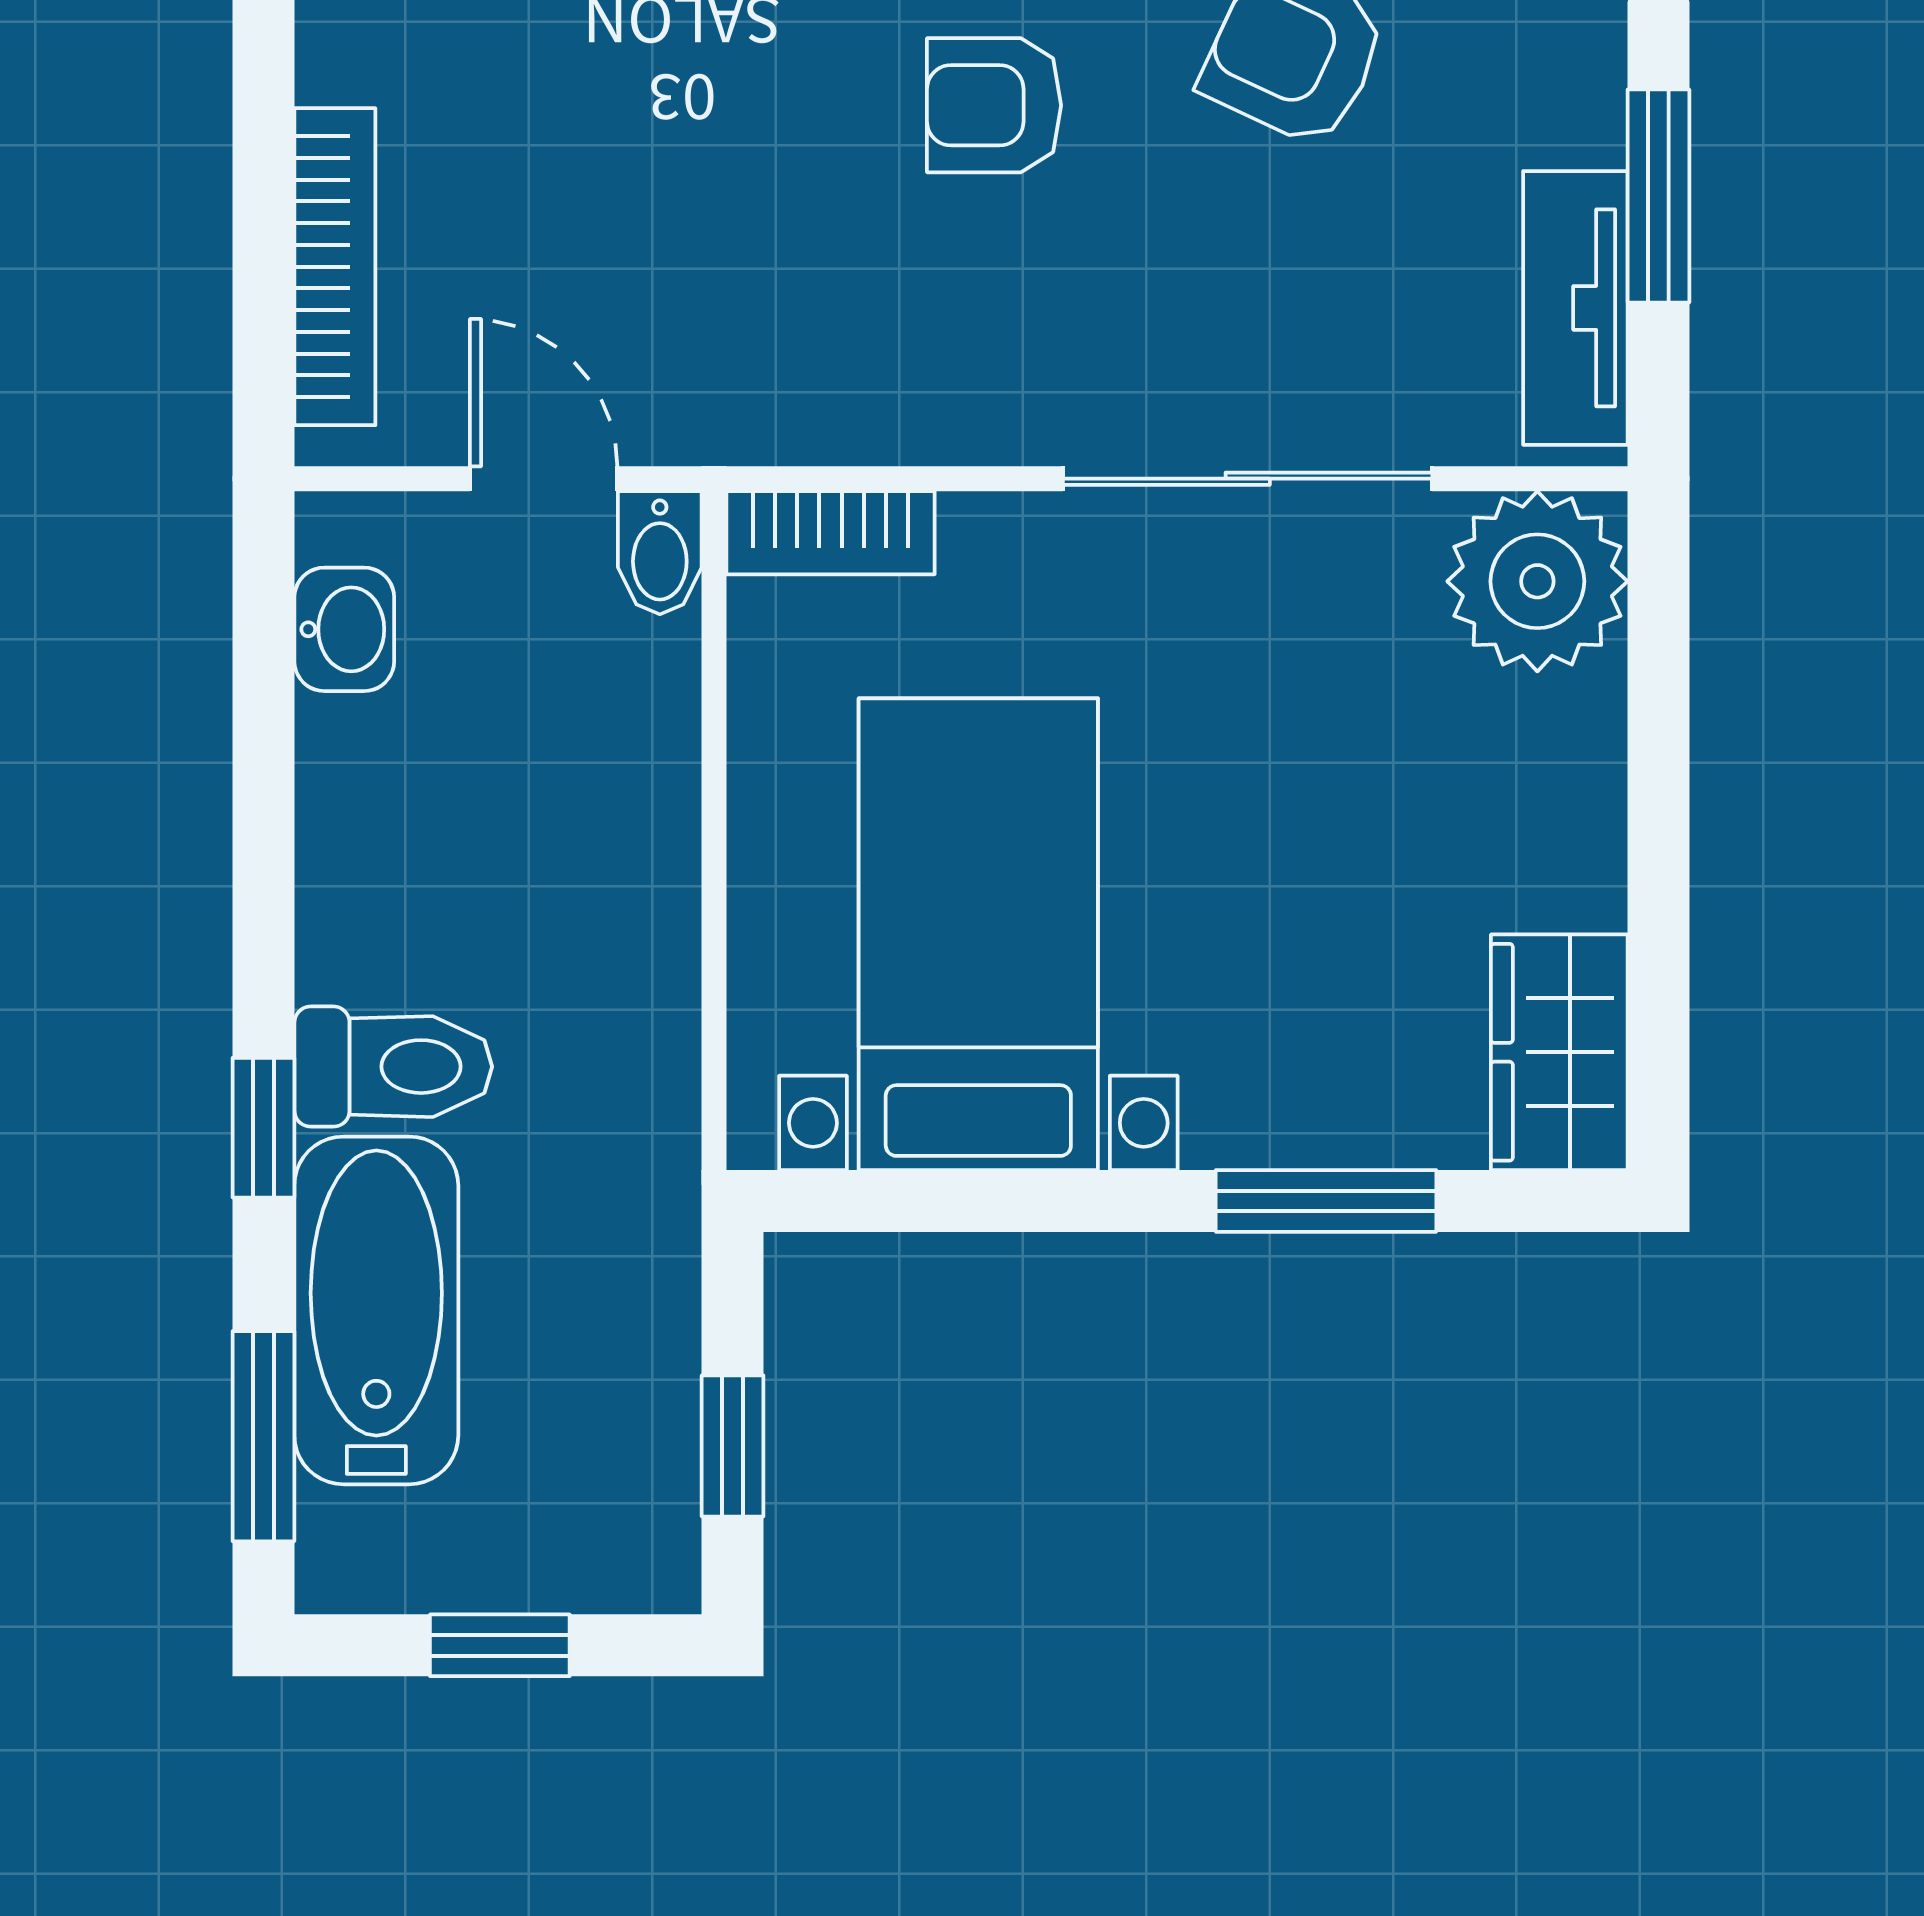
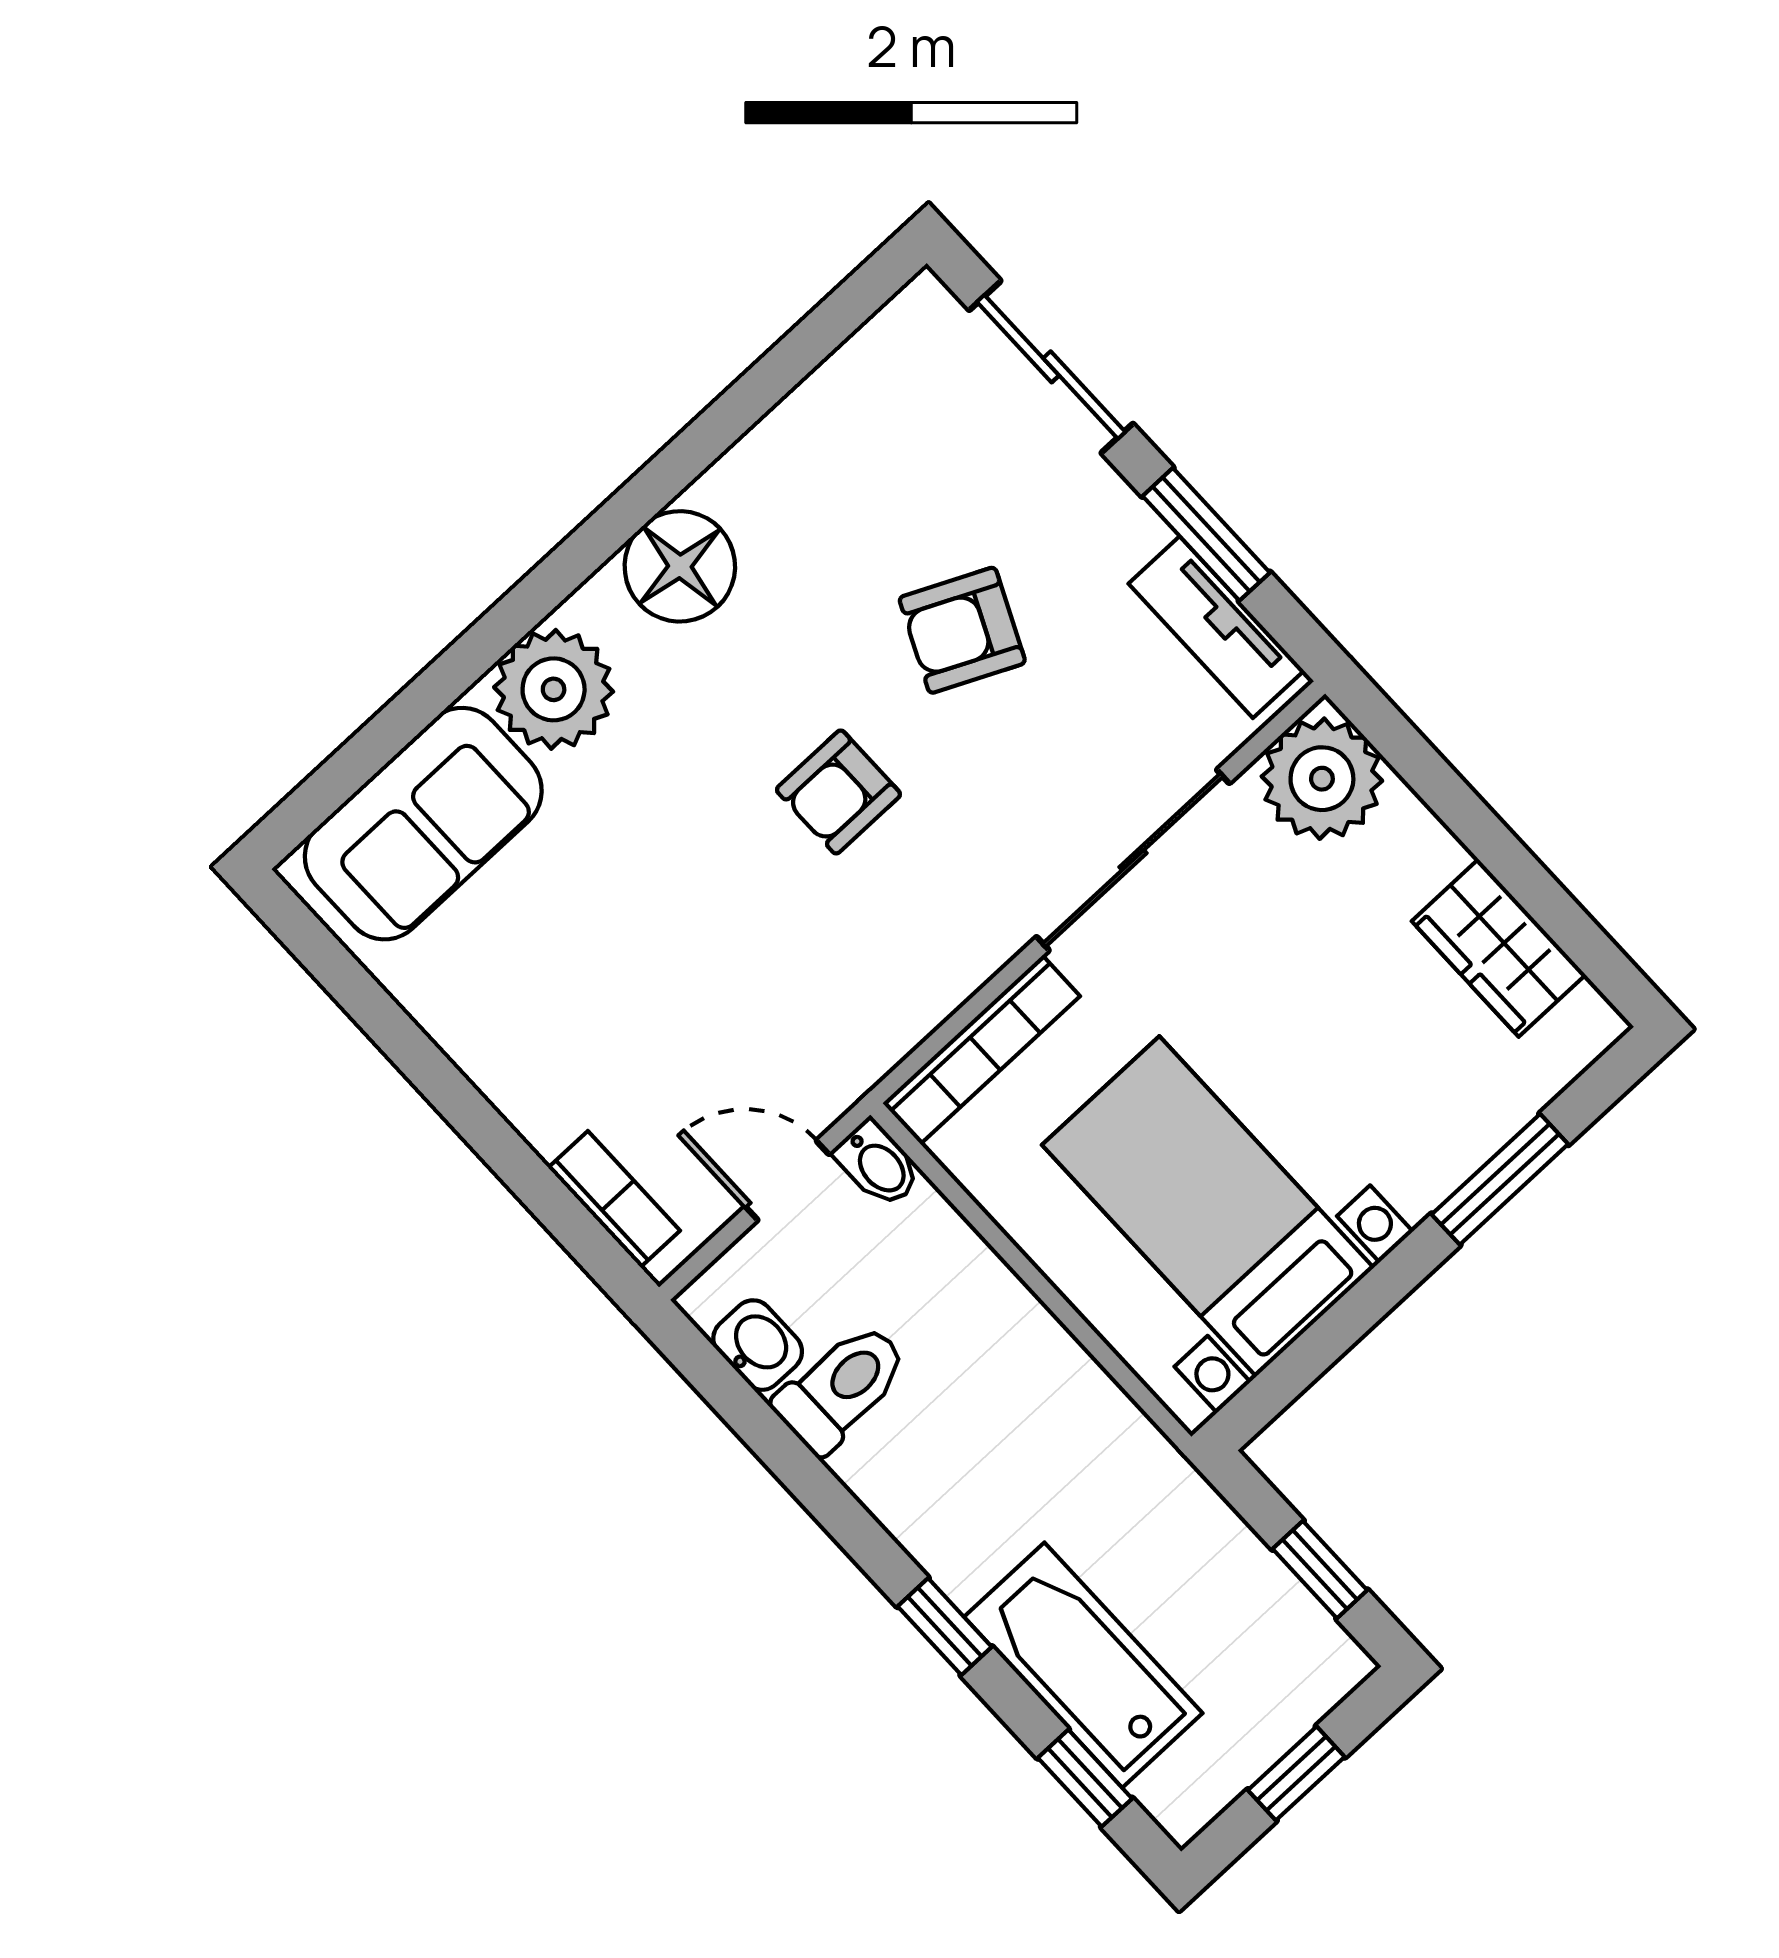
bookcase: (335, 267) -> (614, 1199), width x0.64
bookcase: (831, 533) -> (981, 1050), width x1.56
wardrobe: (1559, 1052) -> (1499, 948), moved
toilet: (393, 1067) -> (842, 1387), moved
window: (263, 1436) -> (1085, 1778), width x0.67

